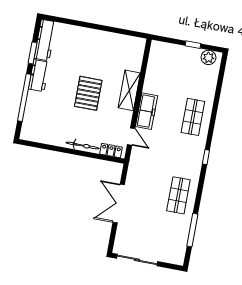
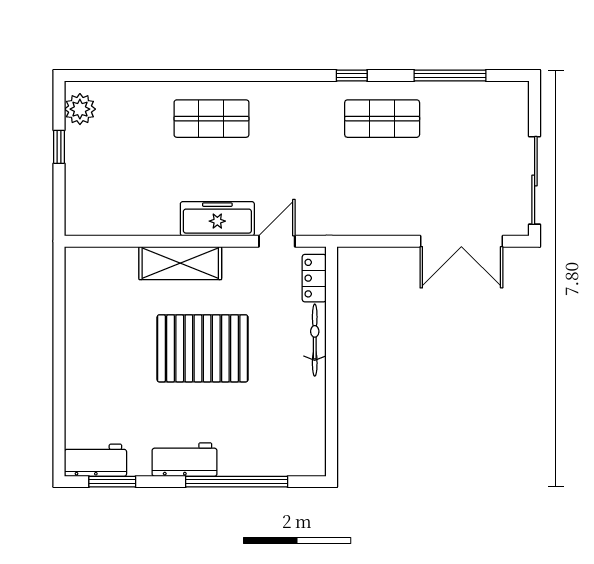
workbench: (45, 40) -> (95, 460), width x0.73
window: (33, 53) -> (112, 482), moved
pallet: (88, 93) -> (203, 348), width x1.37, depth x1.41
window: (206, 157) -> (352, 76), moved
double door: (119, 203) -> (461, 241), moved

